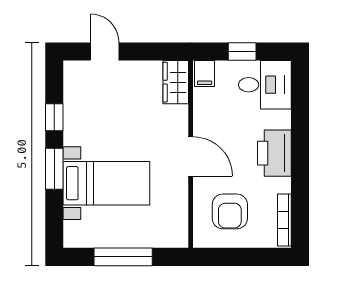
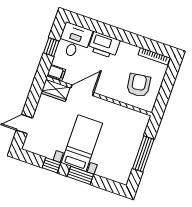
printer: (274, 153) -> (104, 45), moved
door: (191, 156) -> (82, 90), moved
bed with nightstands: (106, 183) -> (82, 143), moved
armchair: (230, 211) -> (139, 85), turned -98

